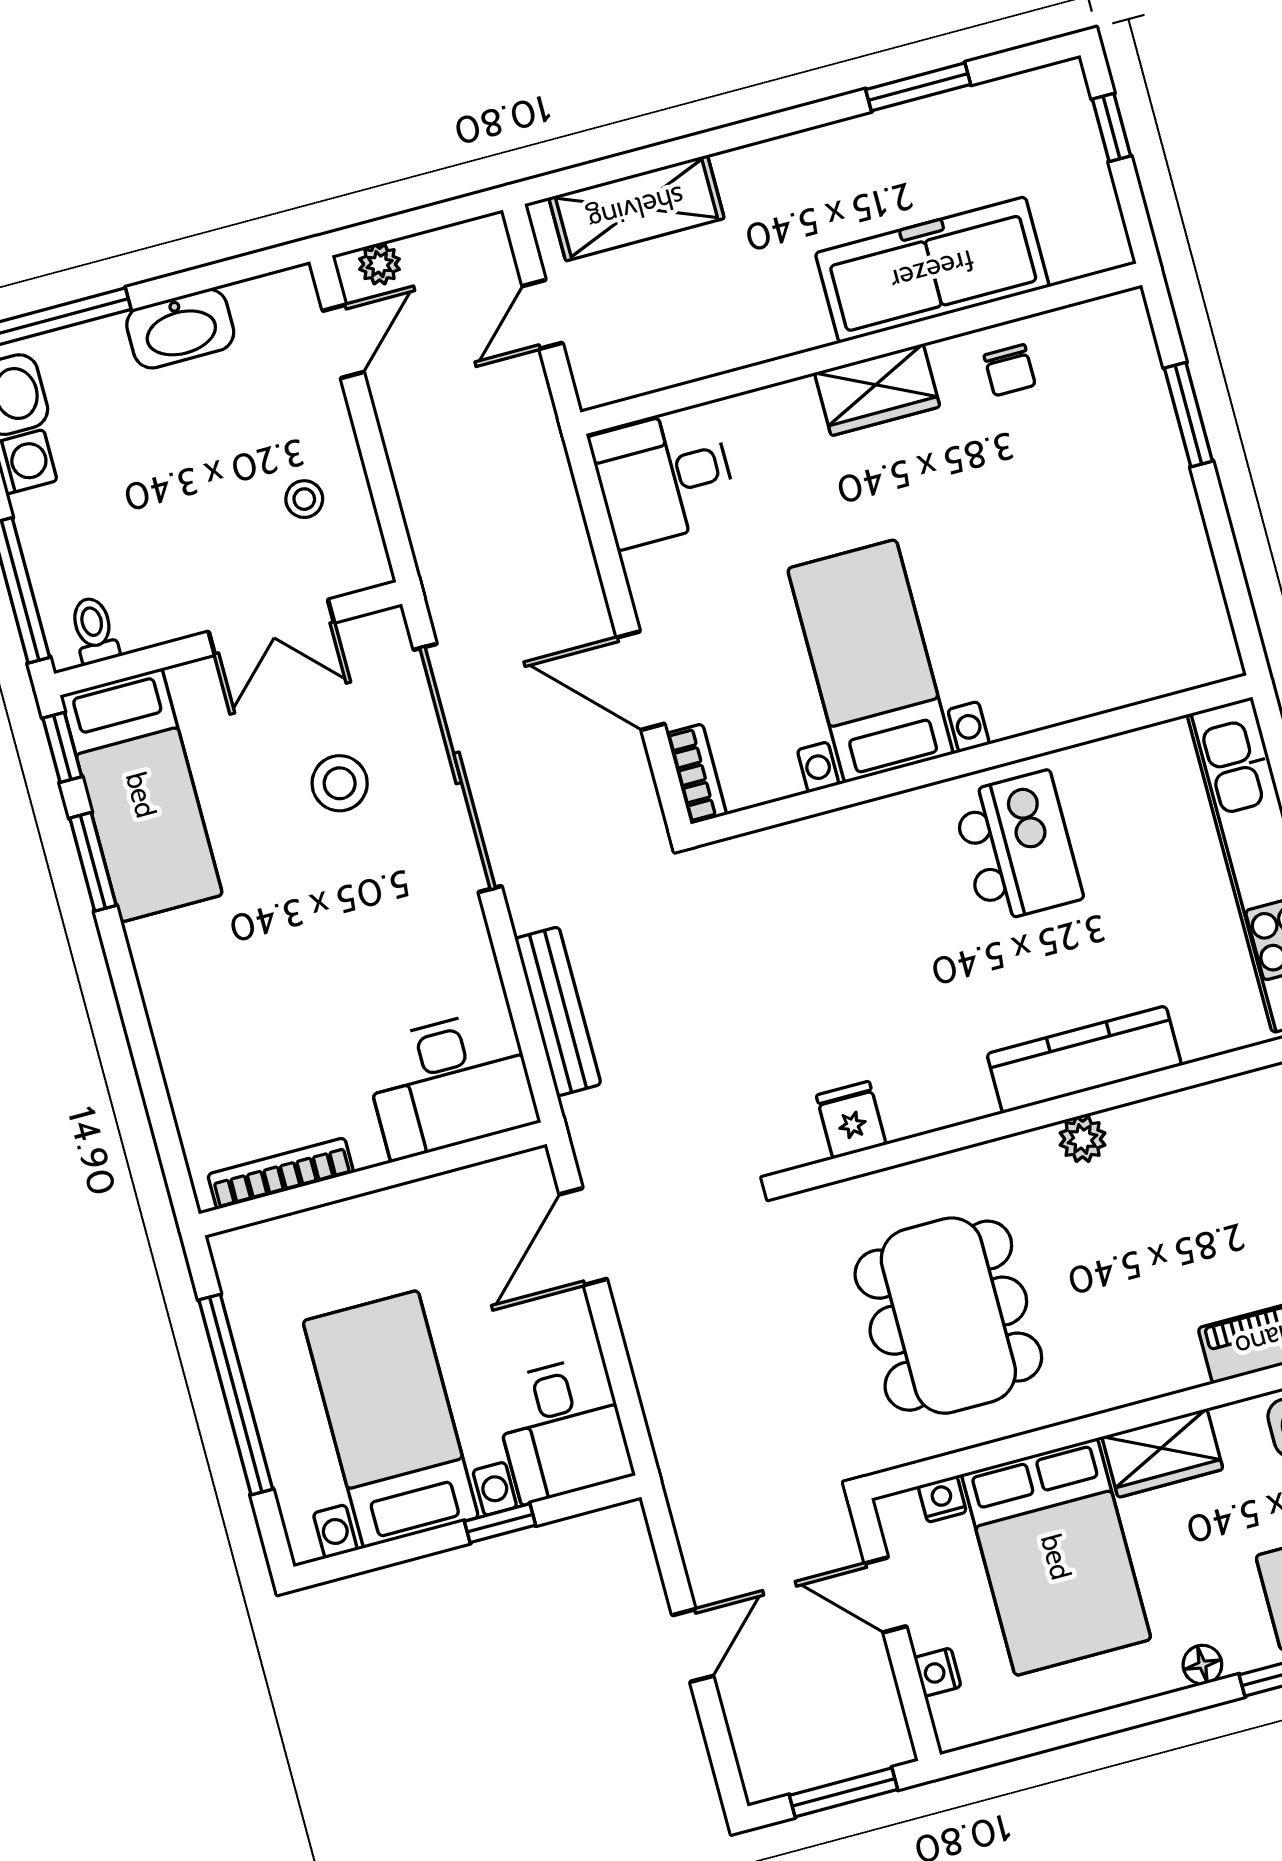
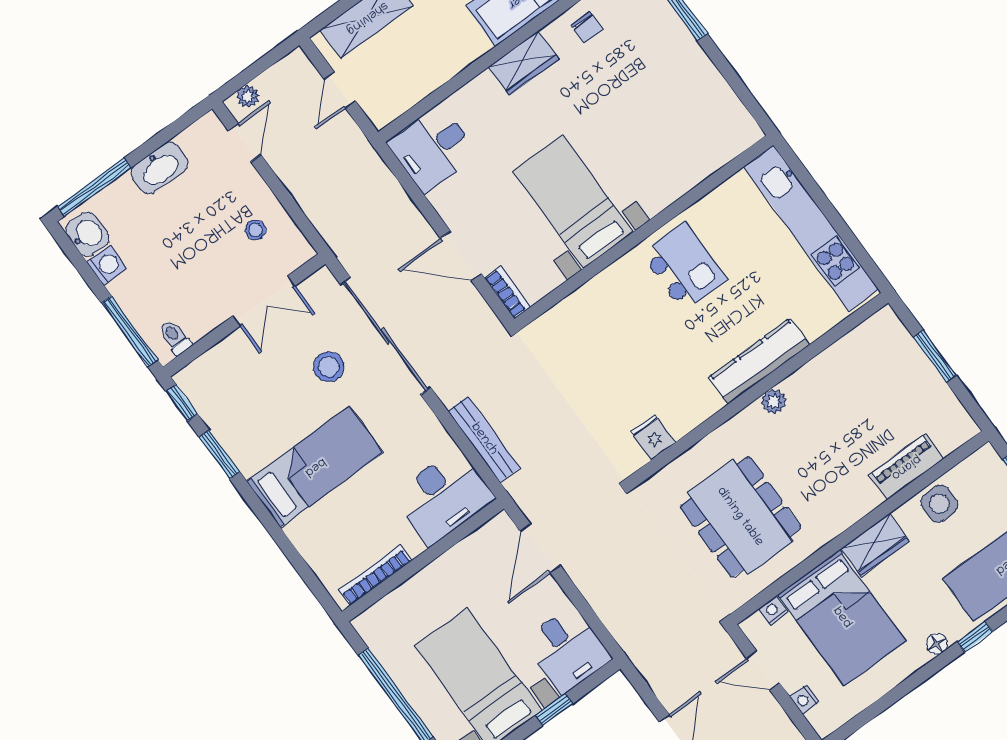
bed: (141, 795) -> (315, 467), moved, turned -90

